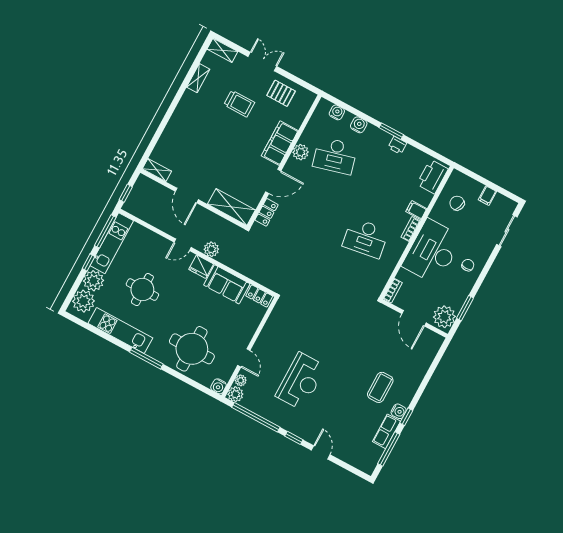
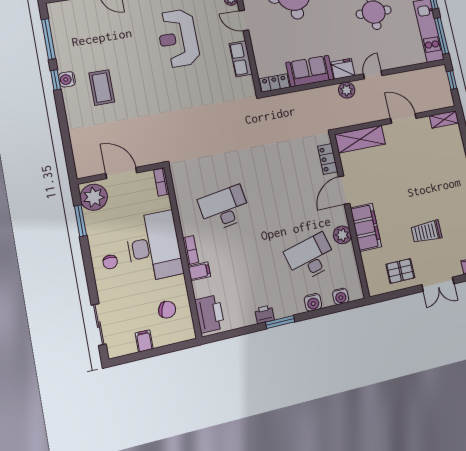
row of seats: (386, 431) -> (241, 59), moved, turned 180

